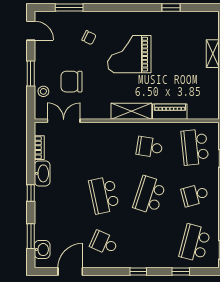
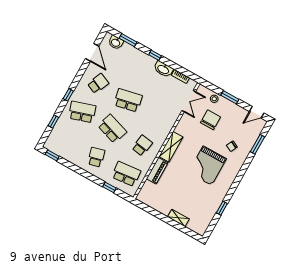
grand piano: (129, 54) -> (207, 166), turned 180
school desk: (195, 243) -> (82, 112), moved, turned -33

